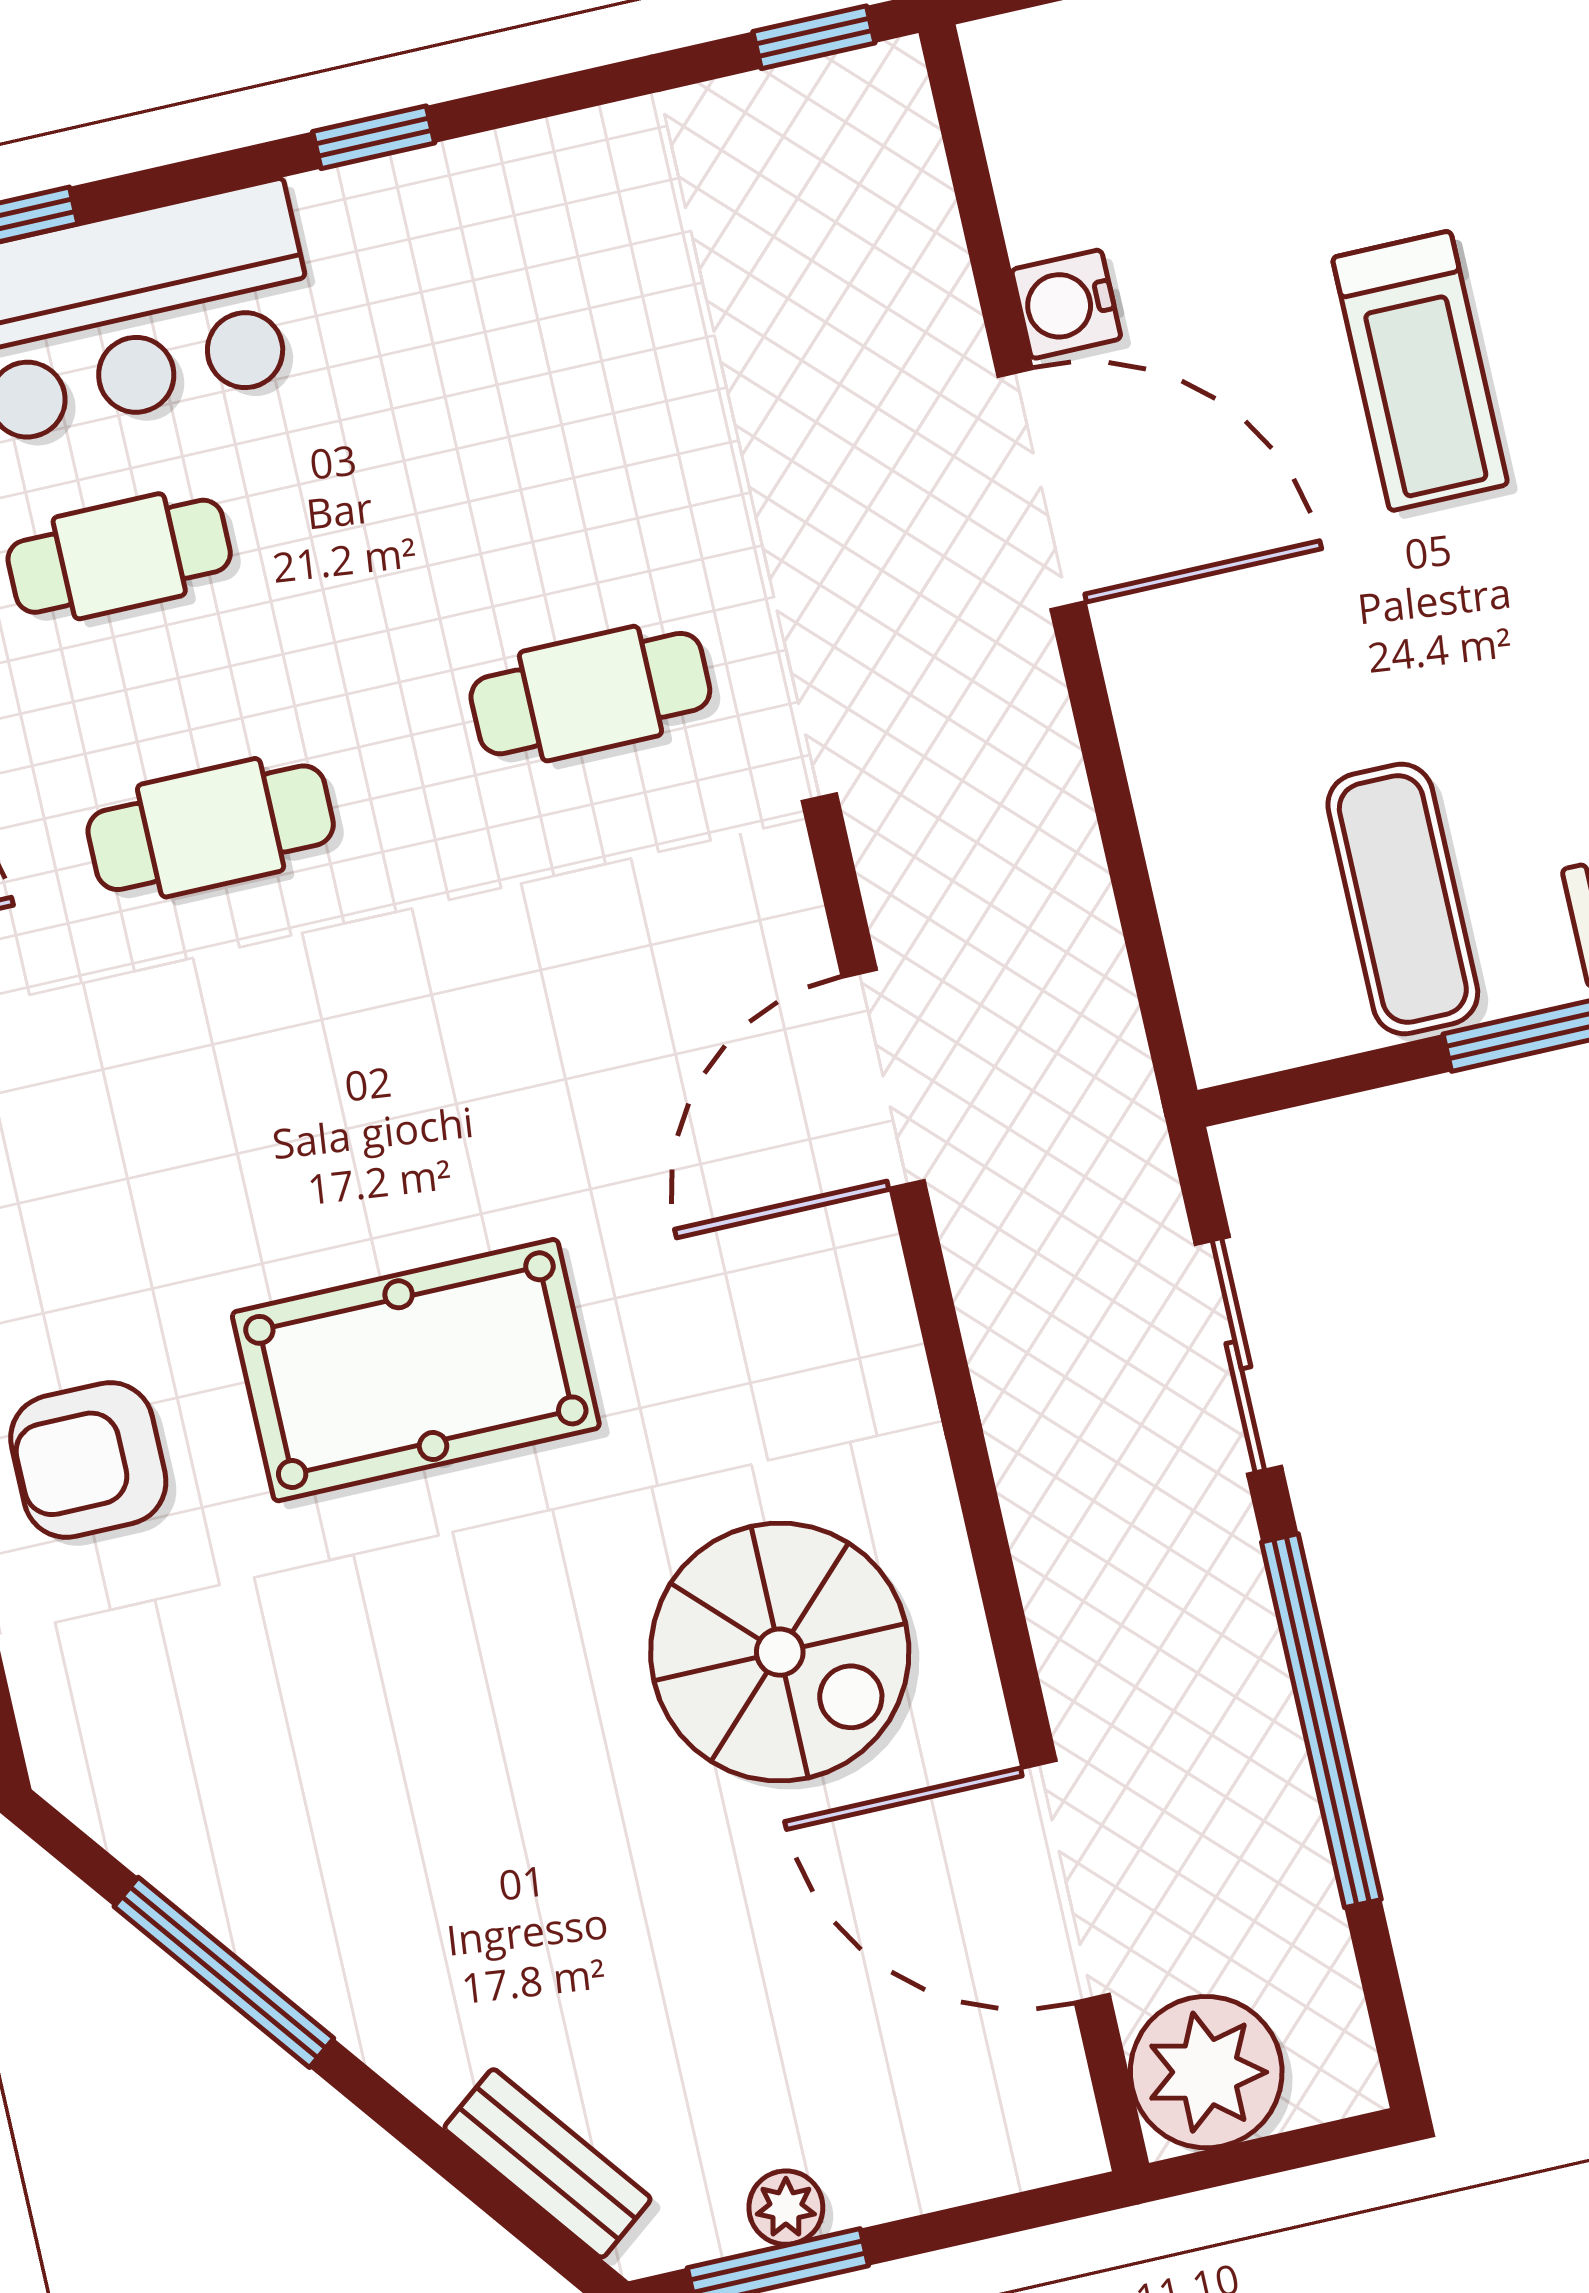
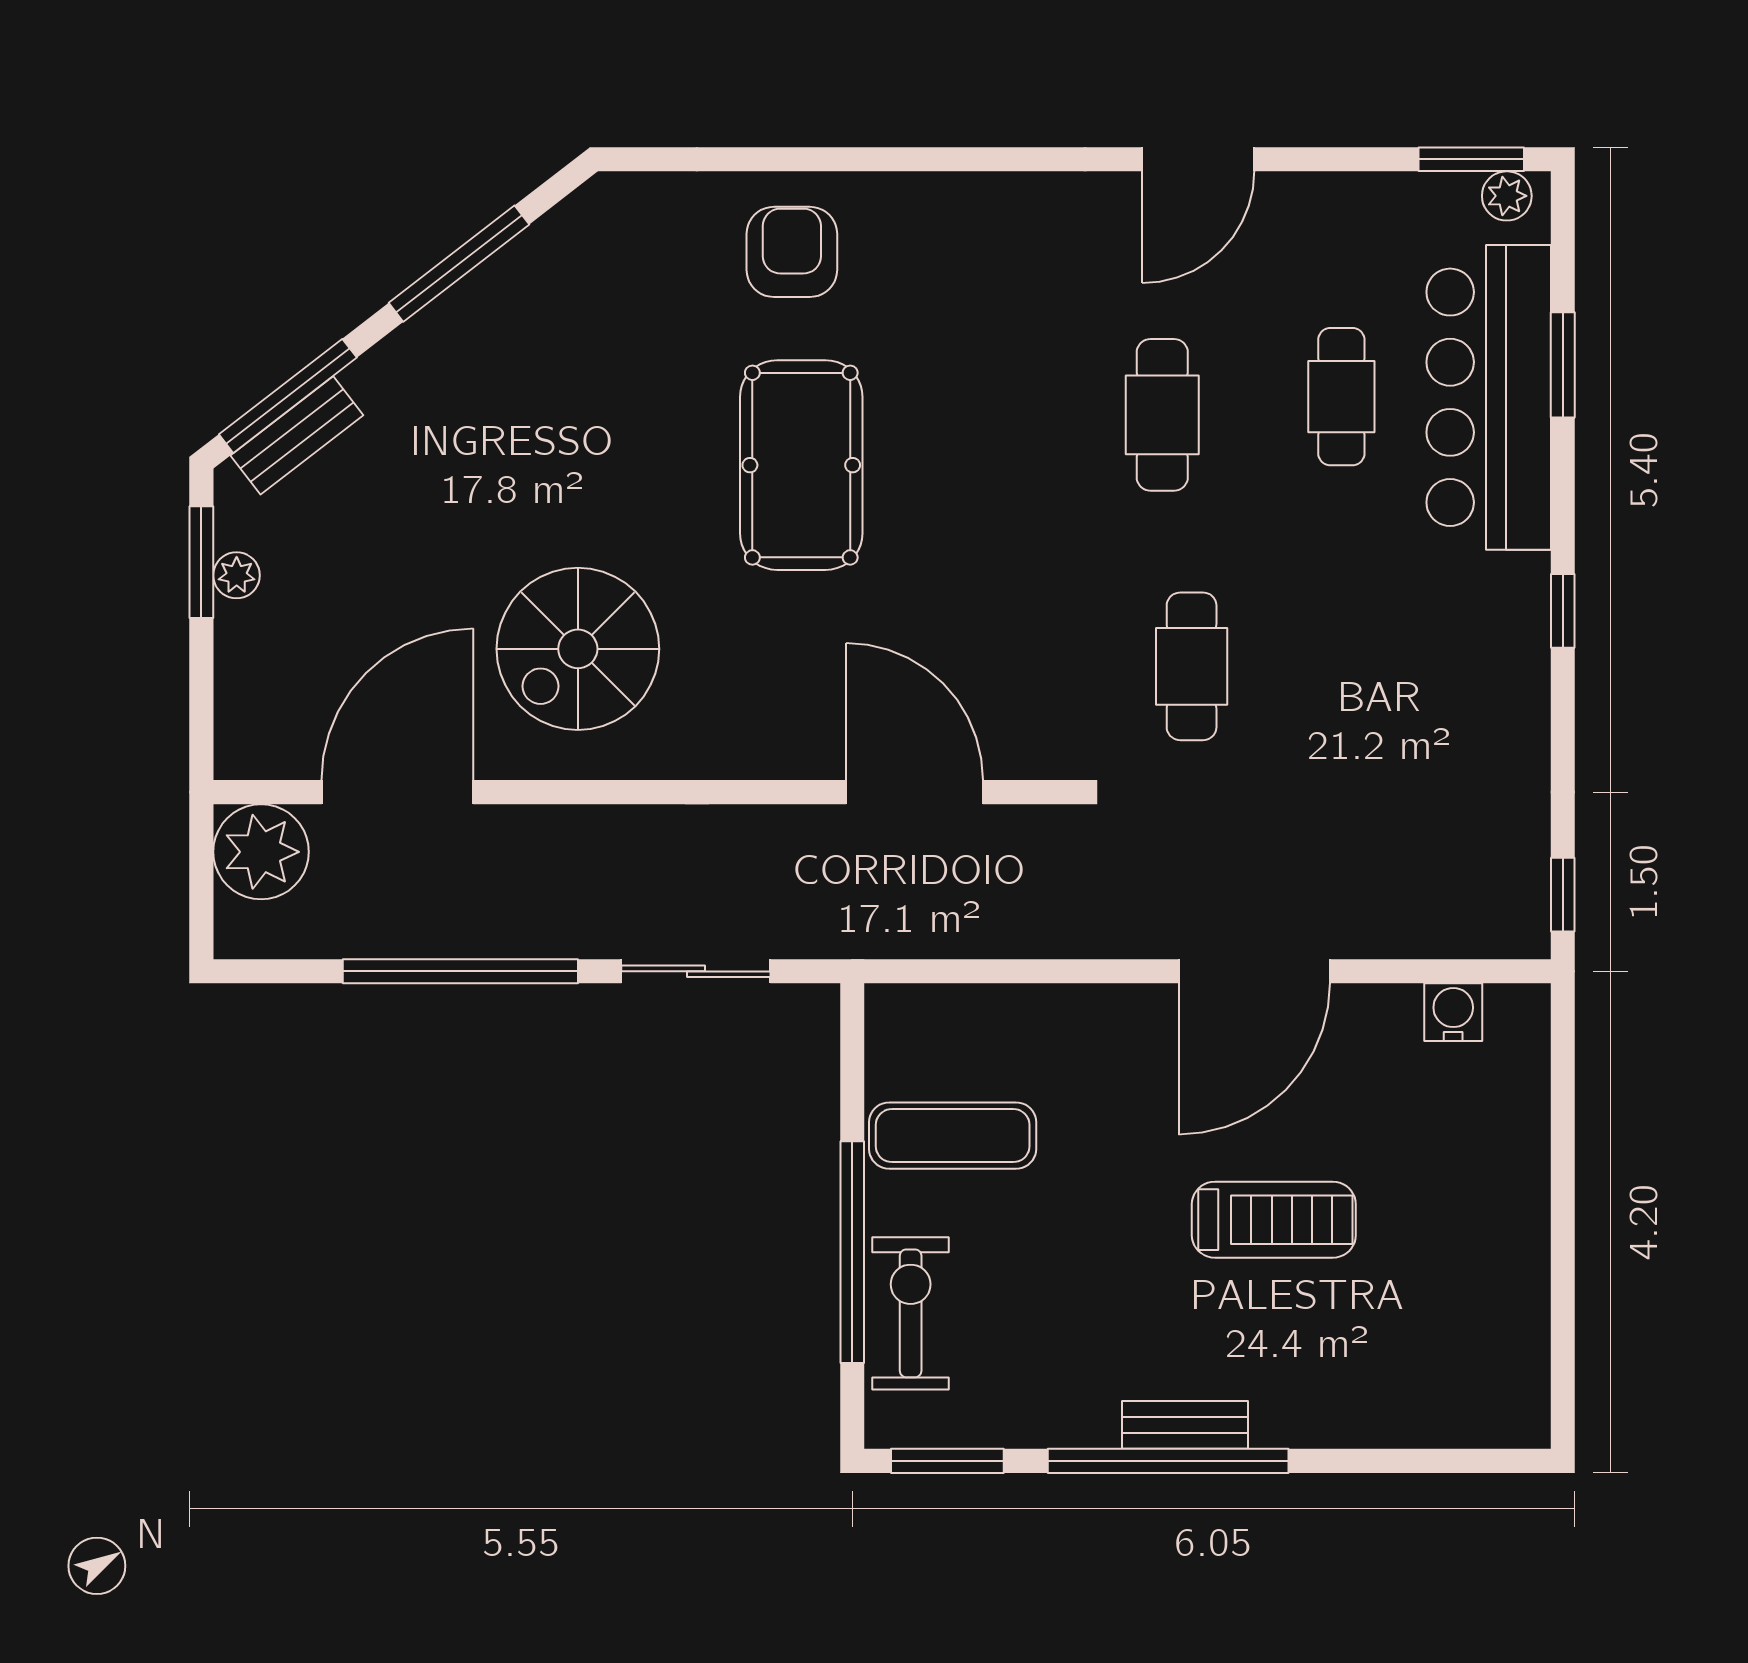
water cooler: (1066, 304) -> (1453, 1012), moved
treadmill: (1420, 371) -> (1274, 1220), turned 180
window: (490, 2191) -> (288, 396), added

